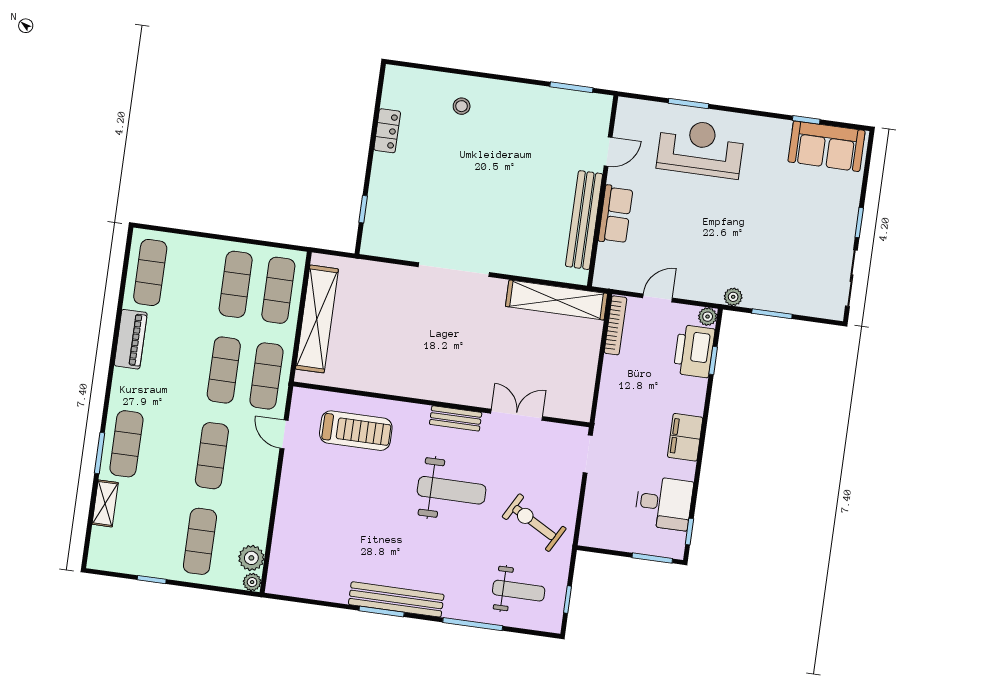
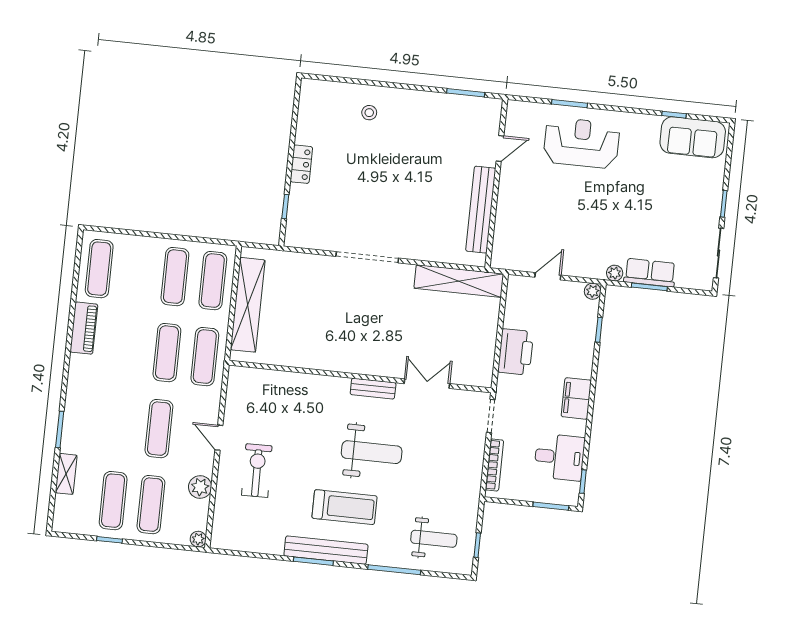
locker: (387, 131) -> (301, 164), moved
row of seats: (616, 215) -> (650, 273), moved, turned -90
bookcase: (615, 325) -> (494, 465), moved
printer: (694, 351) -> (516, 352), moved, turned 180
treadmill: (356, 431) -> (344, 507), moved
door: (284, 434) -> (219, 438), moved
exercise mat: (126, 444) -> (113, 501), moved
exercise bike: (534, 523) -> (257, 470), moved, turned 60
plant: (251, 558) -> (200, 487), moved

